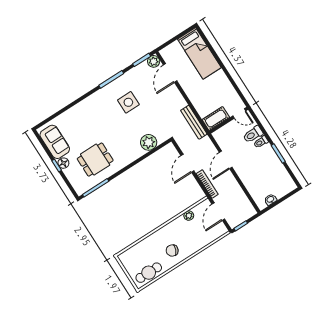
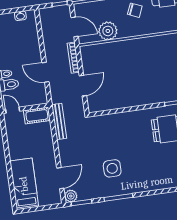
plant: (149, 142) -> (110, 122), removed
door: (226, 160) -> (45, 72), swing flipped
door: (218, 212) -> (75, 27), hinge flipped
plant: (189, 216) -> (108, 31), width x1.87, depth x1.87

